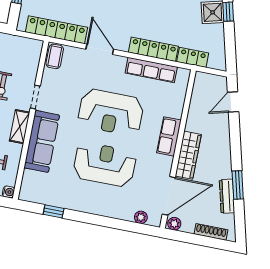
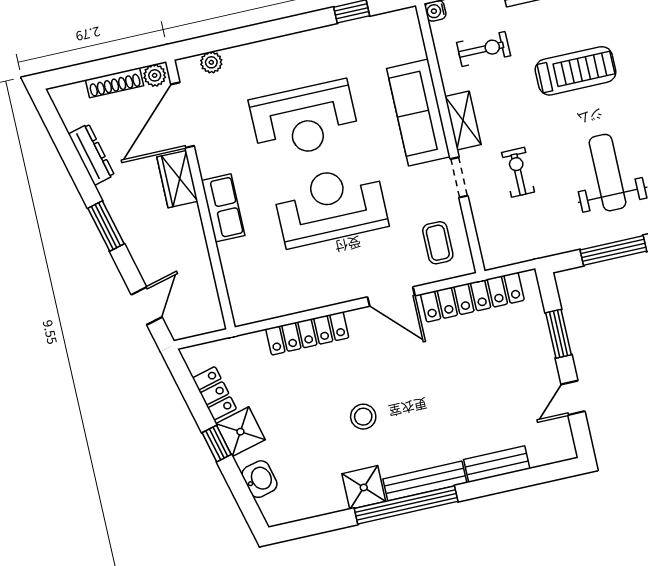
coffee table: (55, 56) -> (438, 243), moved
locker: (193, 57) -> (214, 393), moved, turned -104
row of seats: (151, 70) -> (297, 299), removed
wardrobe: (188, 155) -> (177, 179), width x0.67
window: (238, 185) -> (106, 226), moved
shoe rack: (211, 232) -> (114, 83), moved

